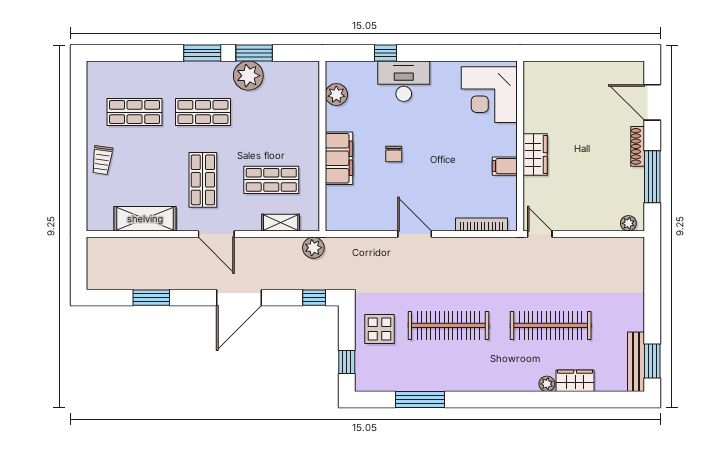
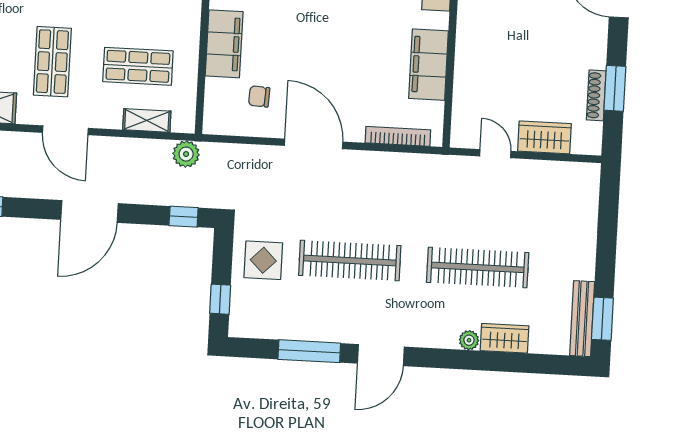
shoe rack: (638, 146) -> (596, 95), moved
chair: (394, 154) -> (259, 96), moved, turned 93
wardrobe: (535, 155) -> (544, 137), moved, turned -90
filing cabinet: (505, 166) -> (429, 65), width x3.00, depth x1.17
window: (652, 177) -> (615, 88), width x0.69
plant: (628, 223) -> (582, 145), removed
door: (415, 234) -> (314, 144), width x1.36
door: (540, 234) -> (495, 154), moved
door: (477, 399) -> (381, 355), added

